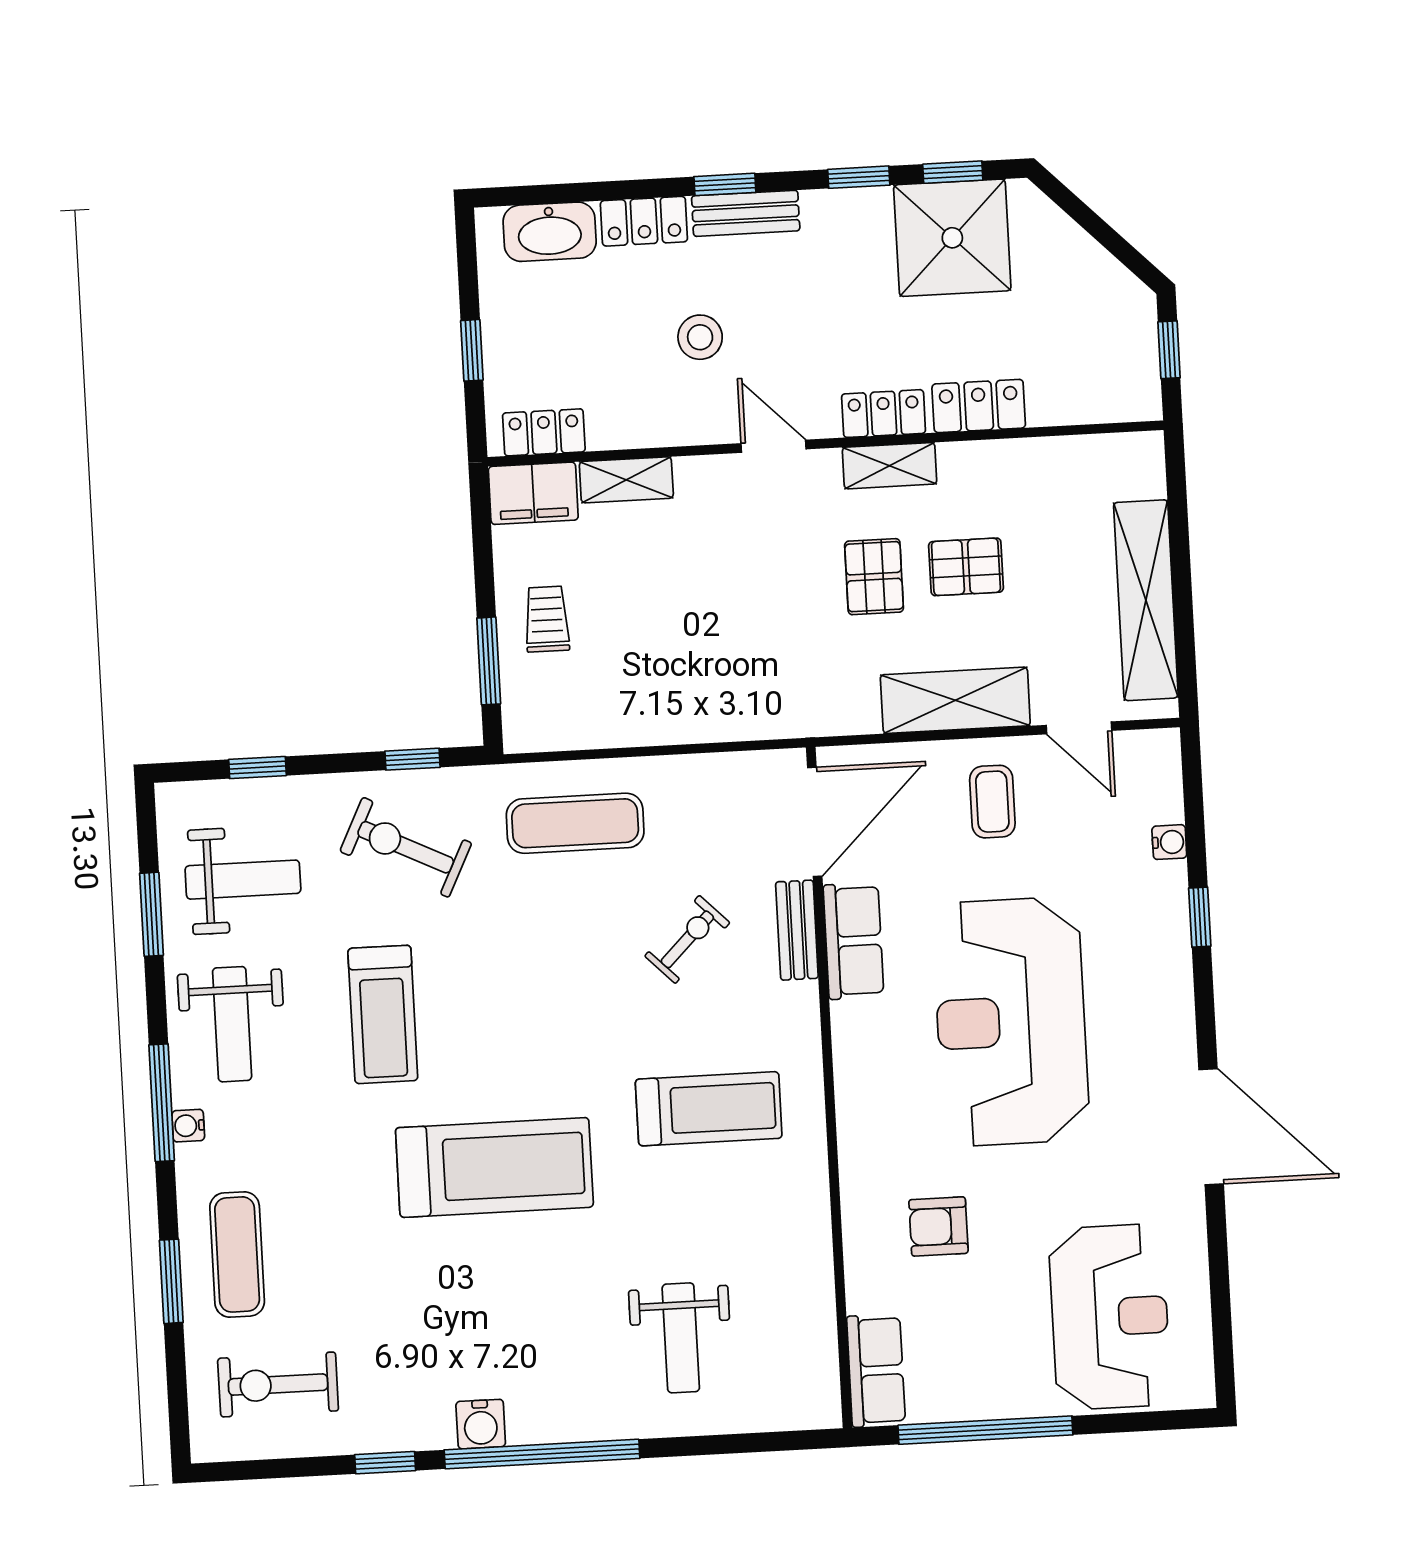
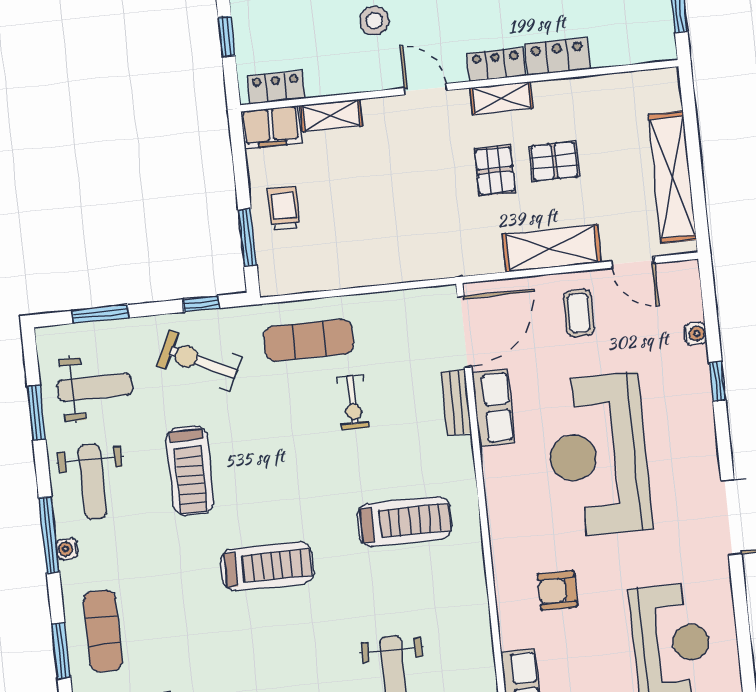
window: (257, 768) -> (101, 314), width x1.50
exercise bike: (687, 939) -> (353, 402), moved, turned 135
treadmill: (494, 1167) -> (267, 566), width x0.73, depth x0.73

